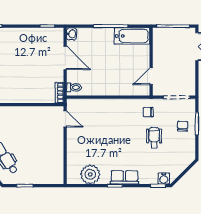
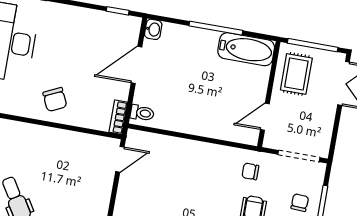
rug: (166, 46) -> (296, 74), added
door: (65, 58) -> (137, 65), swing flipped
chair: (18, 89) -> (55, 100), added
door: (65, 119) -> (120, 159), hinge flipped

